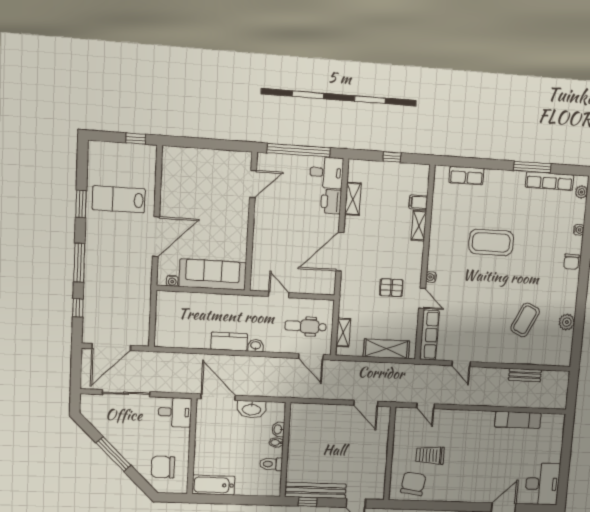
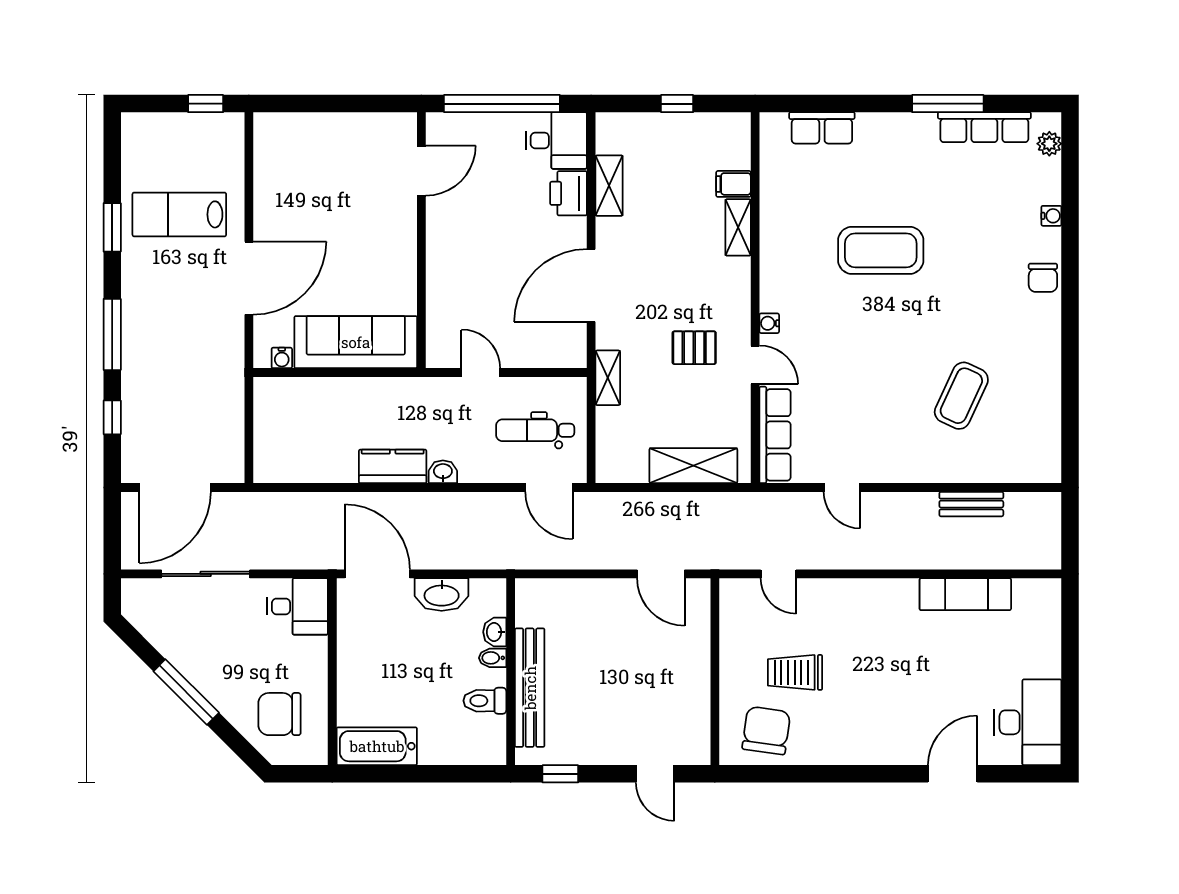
plant: (567, 322) -> (1045, 396), removed
shelving: (343, 332) -> (608, 378), moved
bench: (315, 490) -> (530, 688), moved, turned 90

